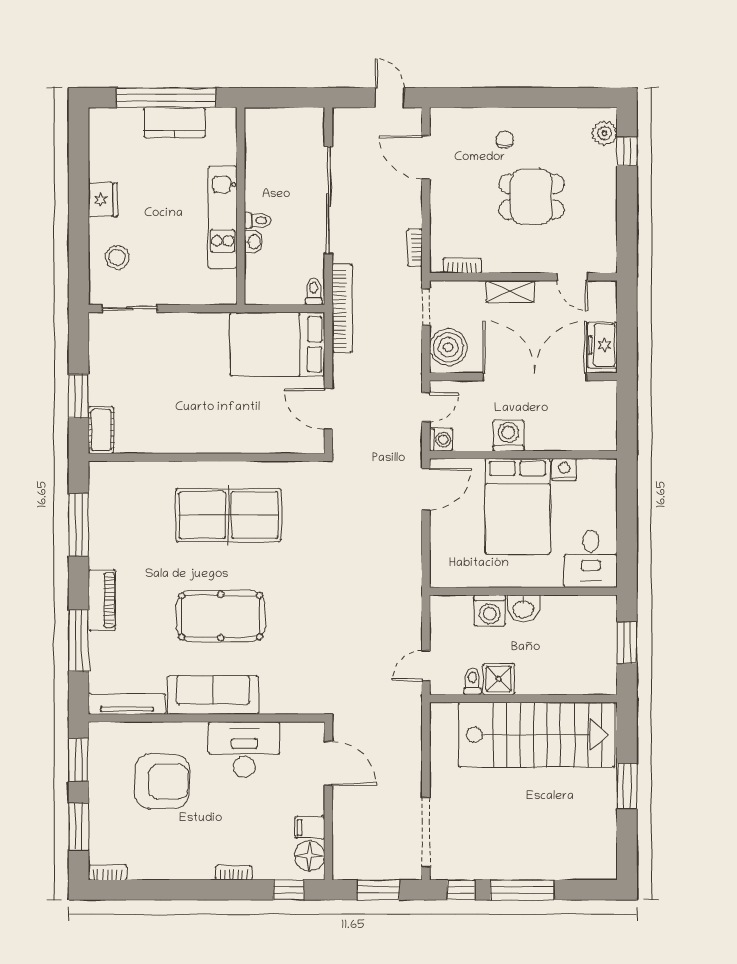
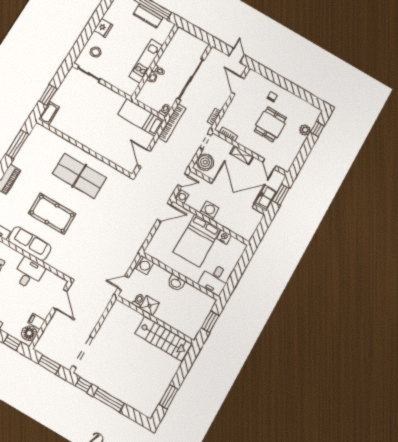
plant: (605, 133) -> (305, 130), moved
dining table: (531, 197) -> (270, 124), turned 90
window: (627, 323) -> (281, 194), added
bed: (277, 344) -> (141, 117), width x0.67
washing machine: (490, 611) -> (144, 265), moved, turned -90
stairs: (537, 735) -> (163, 339), width x0.73, depth x0.66
desk: (244, 750) -> (29, 273), width x0.73
window: (627, 786) -> (168, 397), moved

